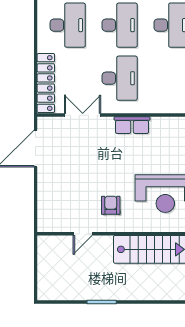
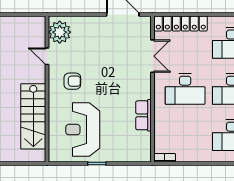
row of seats: (132, 125) -> (143, 115), moved
plant: (56, 220) -> (60, 32), added

